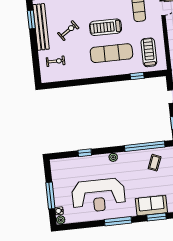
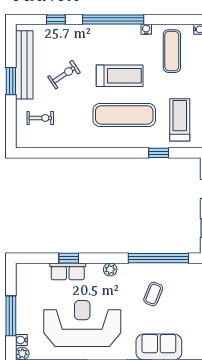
window: (31, 19) -> (11, 81), moved
treadmill: (106, 27) -> (120, 76), turned 180
row of seats: (85, 162) -> (68, 271), added
coffee table: (155, 163) -> (153, 294), moved
reception desk: (99, 195) -> (82, 324), turned 180

